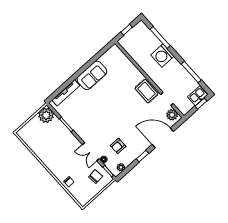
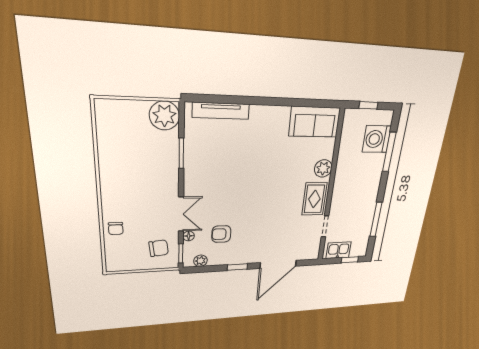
washing machine: (162, 55) -> (377, 139), moved
sofa: (92, 75) -> (315, 122), moved
kitchen sink: (198, 96) -> (338, 250), moved
plant: (172, 115) -> (323, 168), moved
door: (163, 138) -> (278, 264), swing flipped
double door: (91, 152) -> (181, 214), swing flipped

